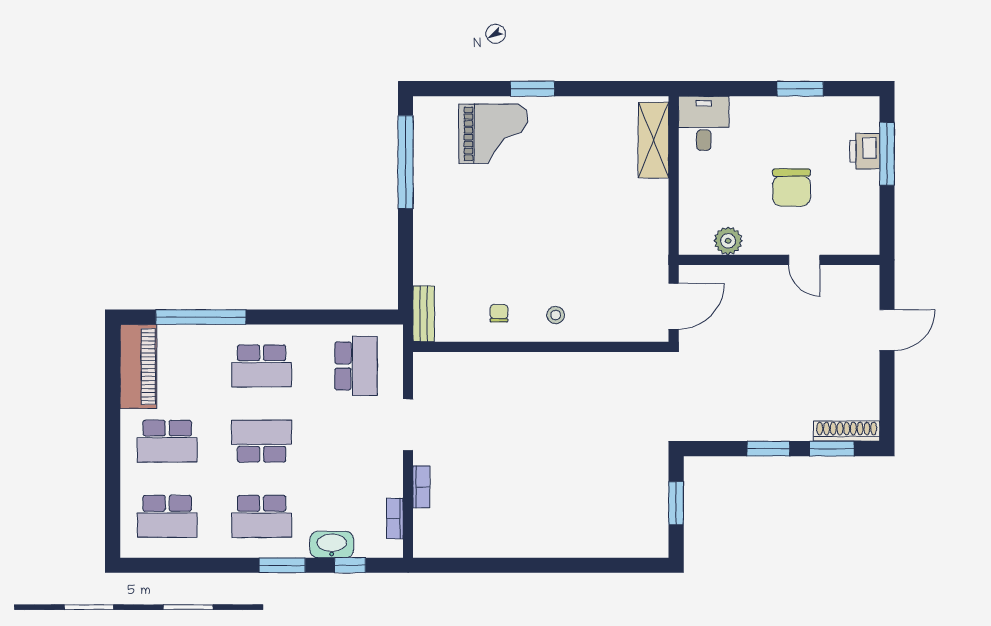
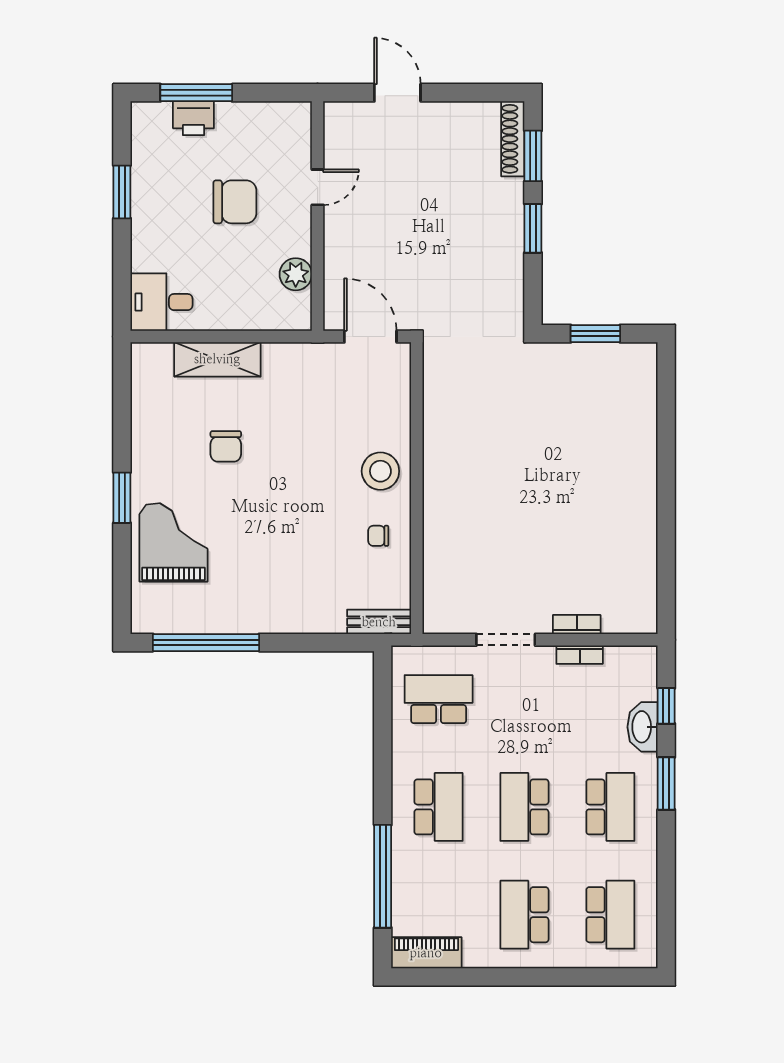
shelving: (653, 140) -> (217, 359), moved
chair: (577, 180) -> (226, 446), added
stool: (556, 315) -> (380, 471), width x1.89, depth x1.89
piano: (138, 367) -> (426, 953), width x0.73, depth x0.75
school desk: (167, 441) -> (524, 915), turned 180
bookcase: (395, 519) -> (580, 655), moved

